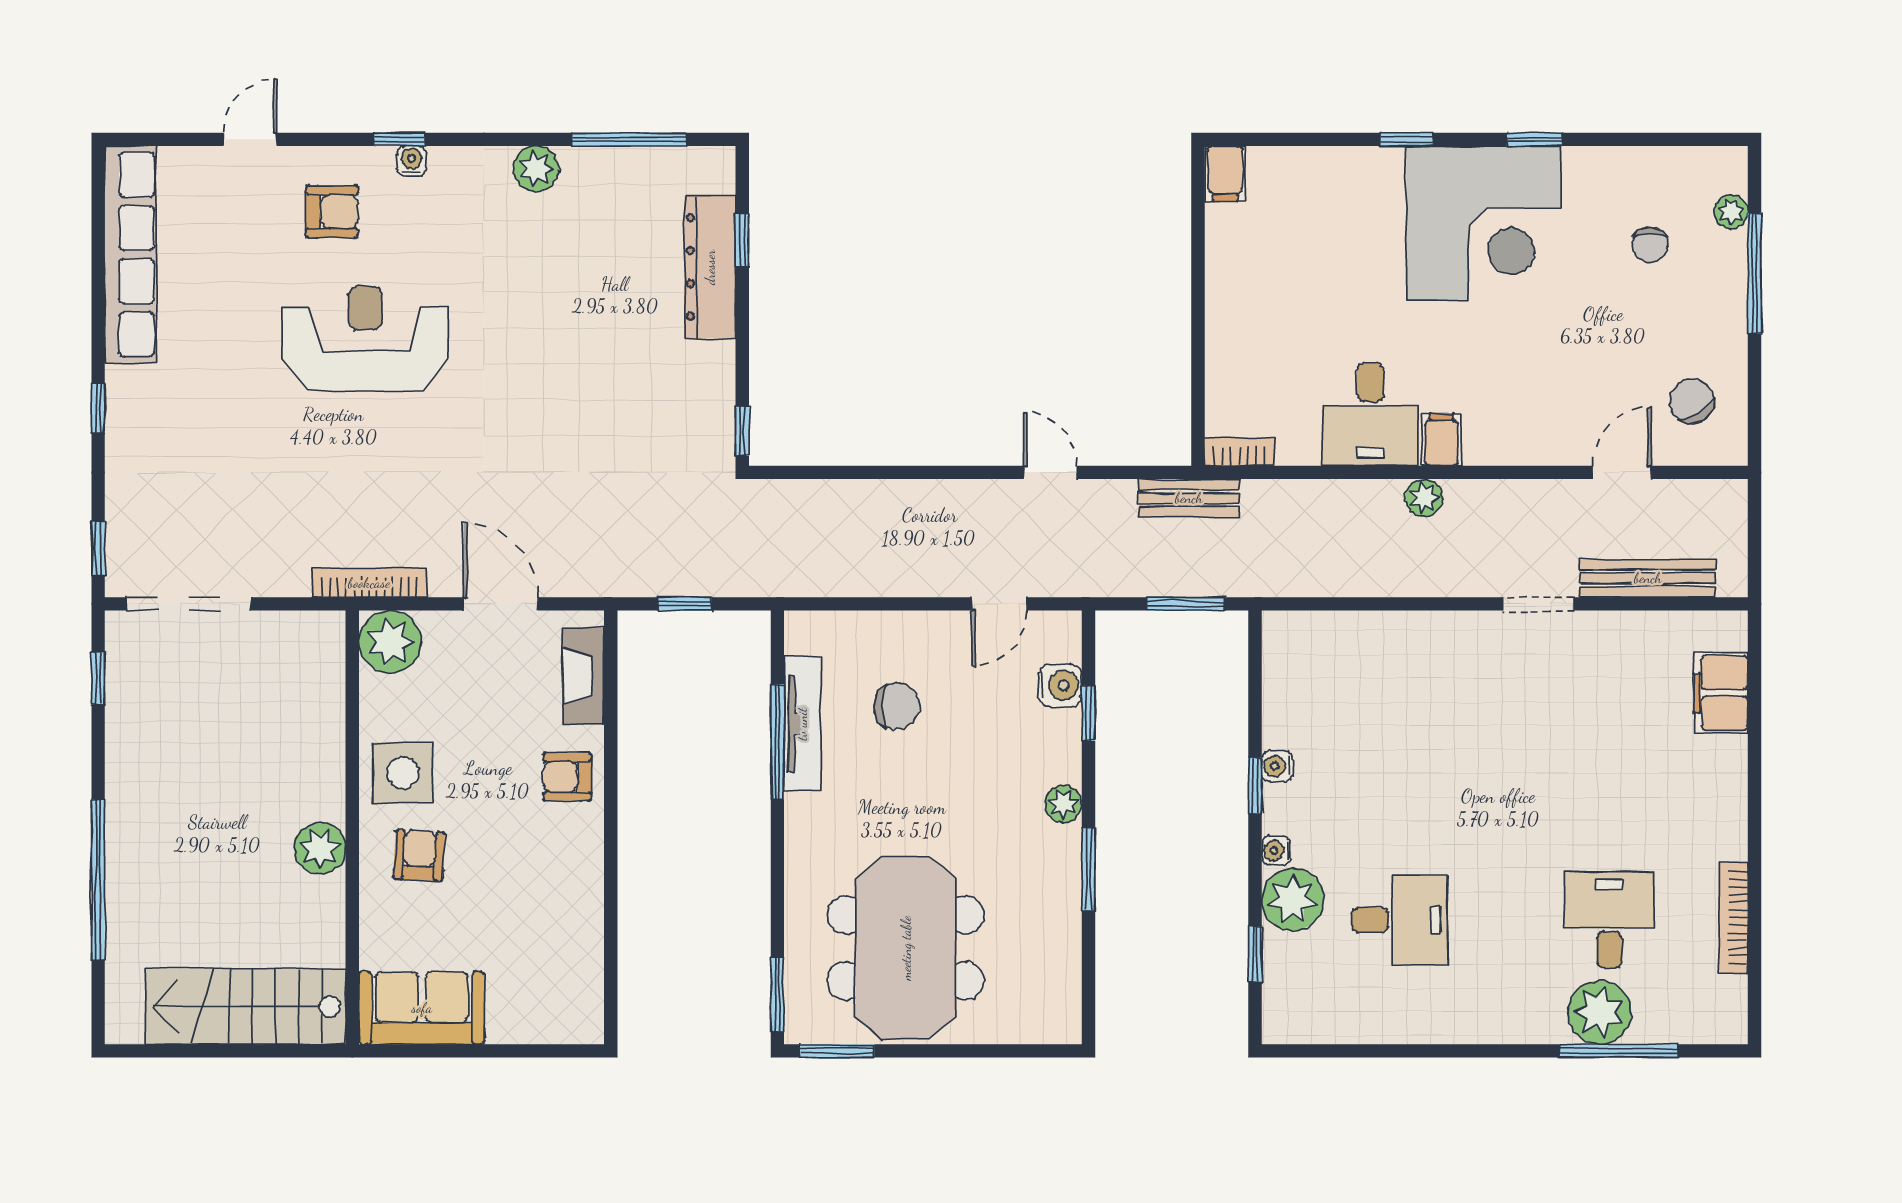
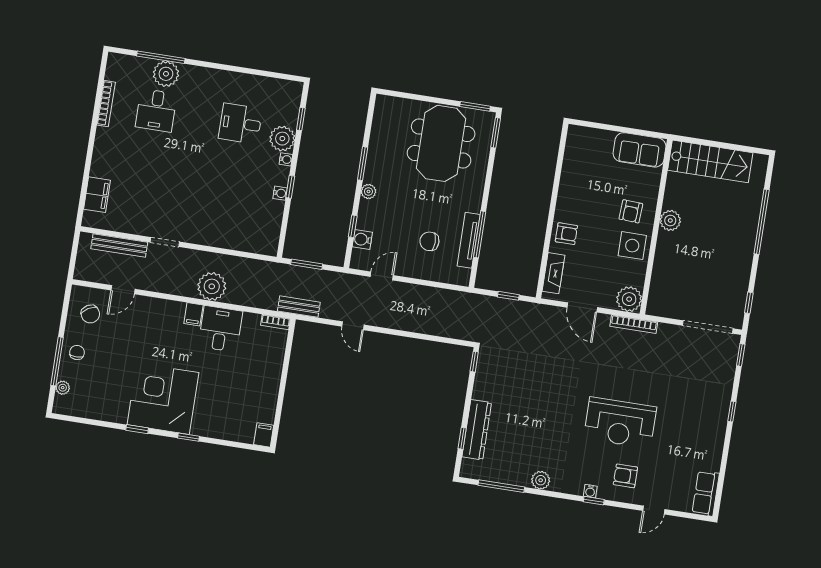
chair: (1650, 245) -> (77, 352), moved
row of seats: (130, 255) -> (706, 493), width x0.50
plant: (1424, 498) -> (212, 286), width x1.88, depth x1.88

